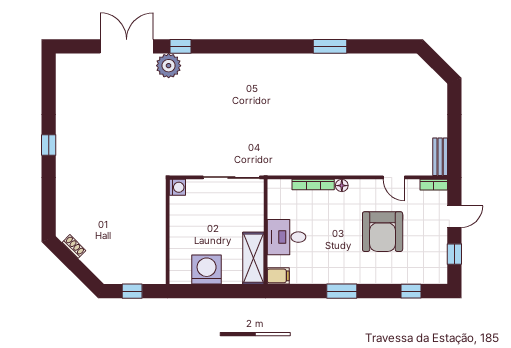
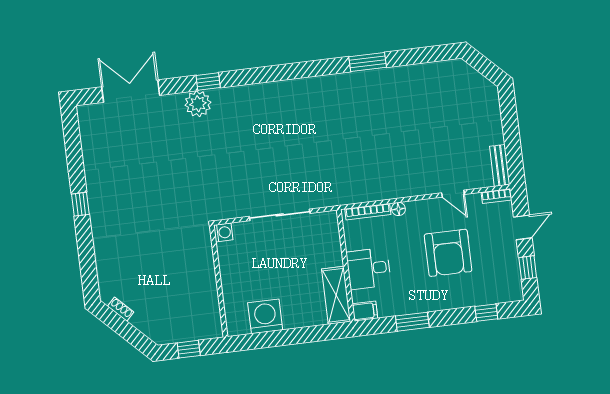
double door: (127, 46) -> (131, 91), moved
wall: (266, 232) -> (346, 266), moved
desk: (286, 237) -> (369, 269), moved
shelving: (253, 258) -> (336, 295), moved
filing cabinet: (278, 276) -> (365, 311), moved

